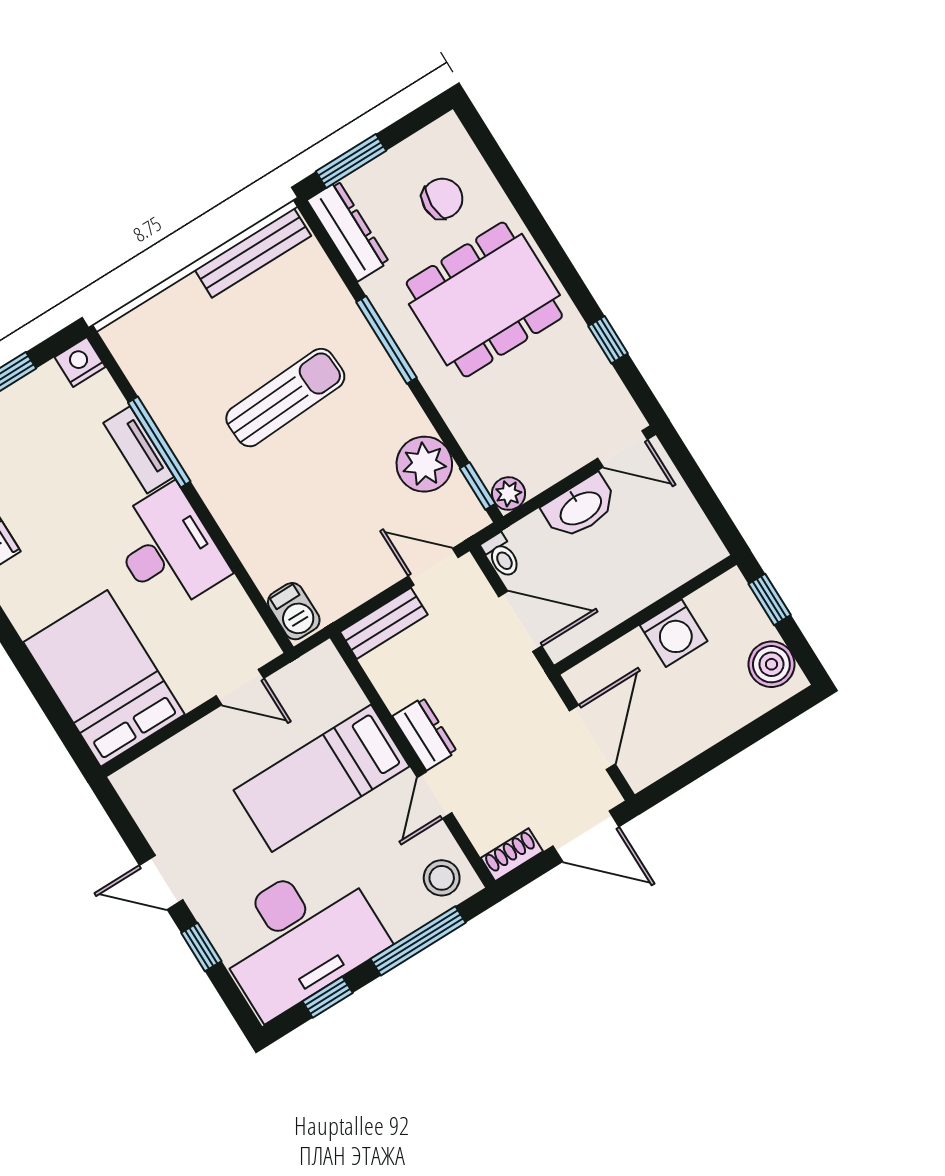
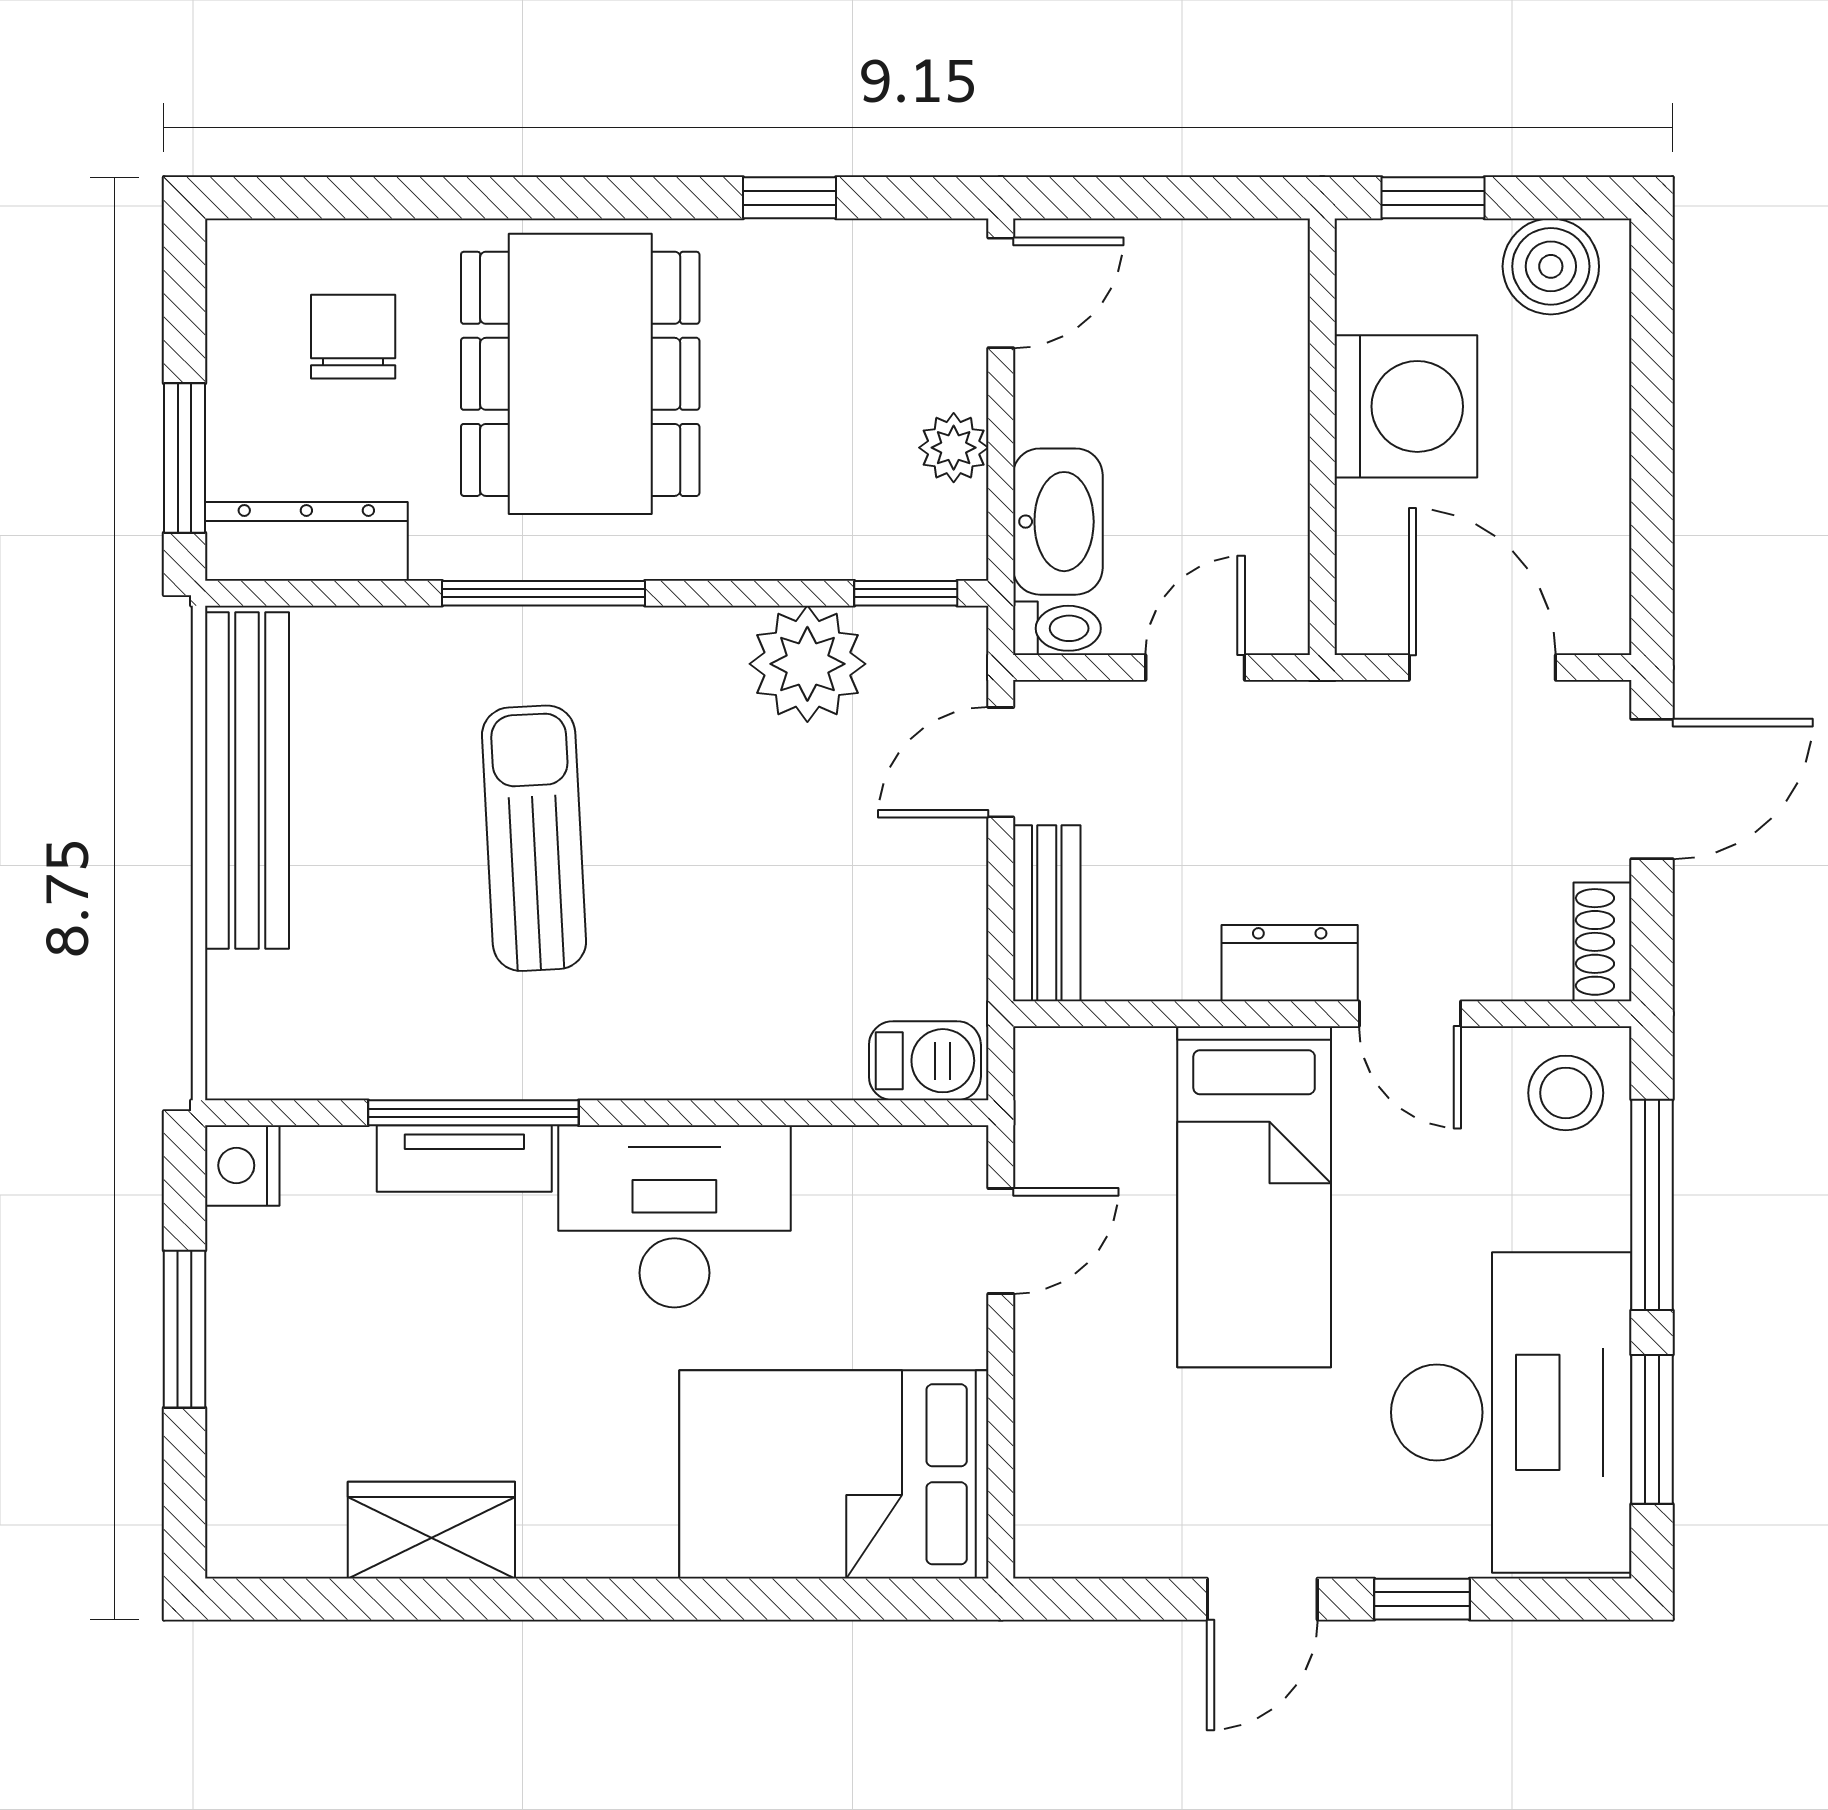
bench: (253, 253) -> (247, 780), width x1.37, depth x1.21
plant: (509, 494) -> (954, 448), moved
washbasin: (580, 507) -> (1058, 522), moved
door: (520, 621) -> (1195, 668), width x0.73
washing machine: (674, 633) -> (1406, 406), width x1.37, depth x1.37
window: (328, 997) -> (1652, 1429), width x1.50

